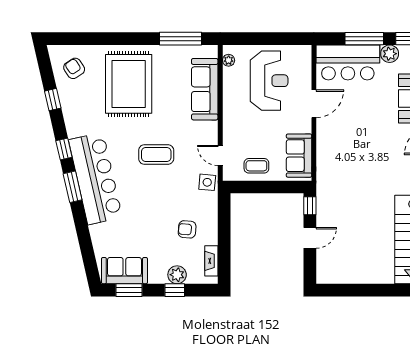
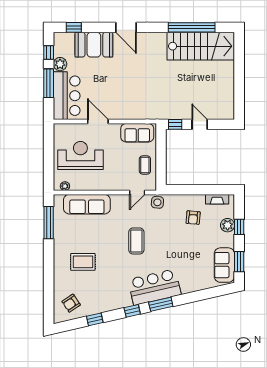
rug: (129, 84) -> (83, 262), width x0.54, depth x0.49
bar counter: (95, 178) -> (155, 287), width x0.73

